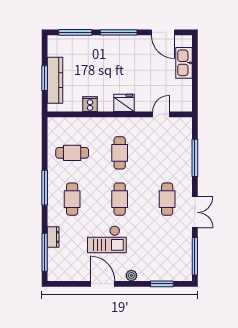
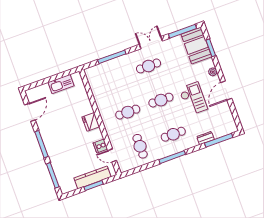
kitchen sink: (184, 63) -> (61, 84), moved
door: (161, 114) -> (112, 156), moved
booth: (171, 267) -> (196, 45), added

